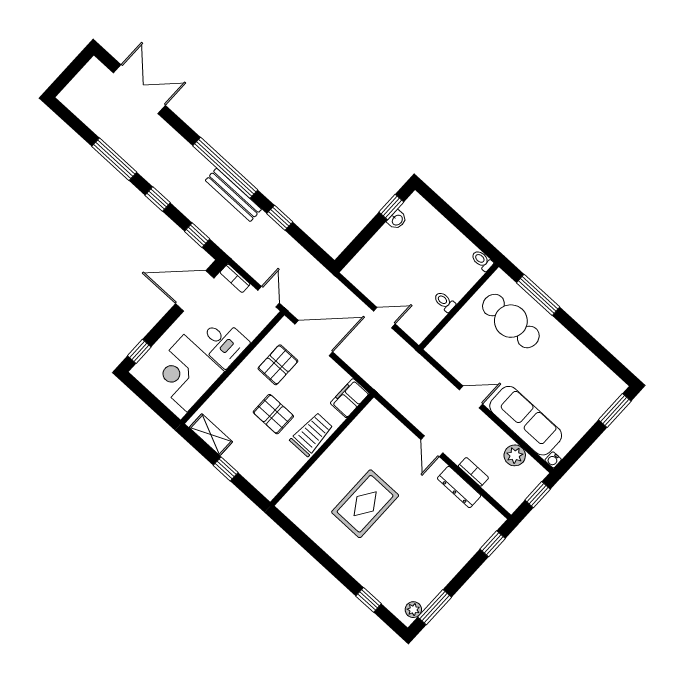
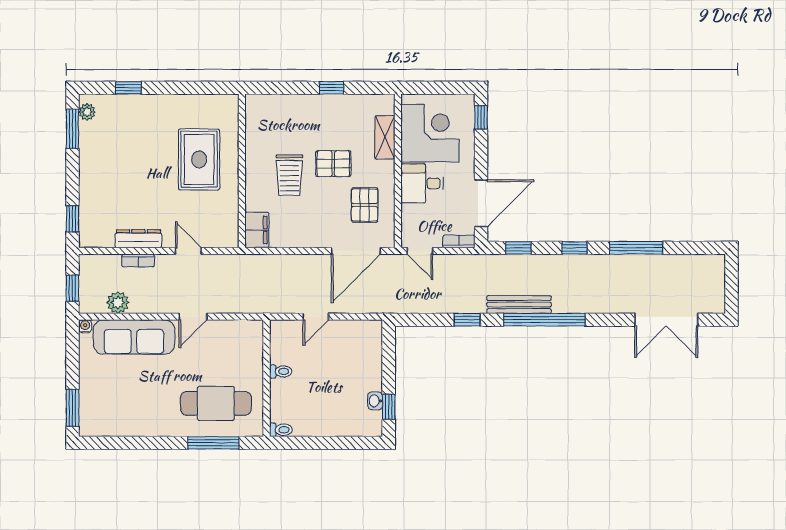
filing cabinet: (350, 398) -> (257, 230), moved
shelving: (211, 435) -> (385, 137), moved, turned 90
wall: (322, 450) -> (242, 171), moved

